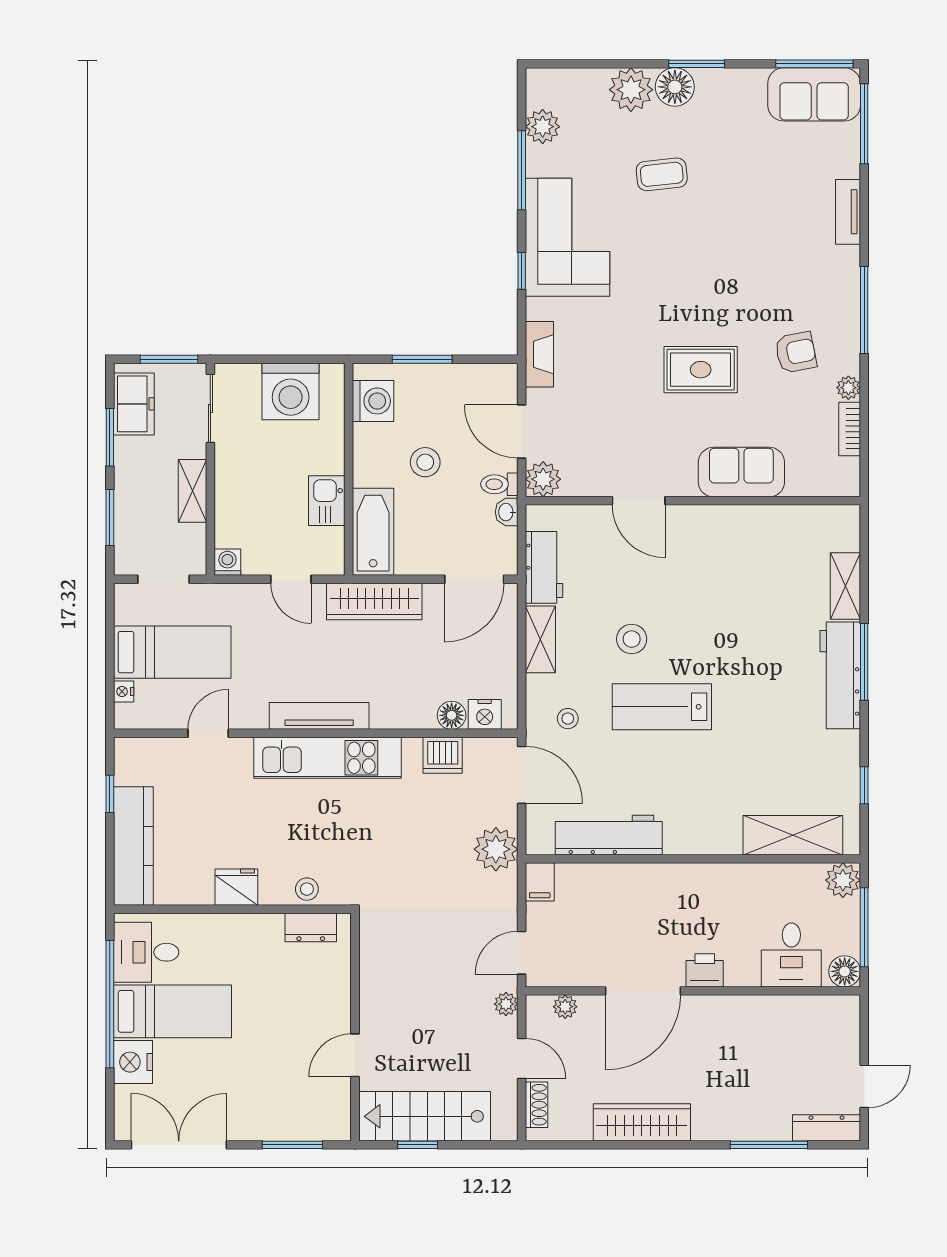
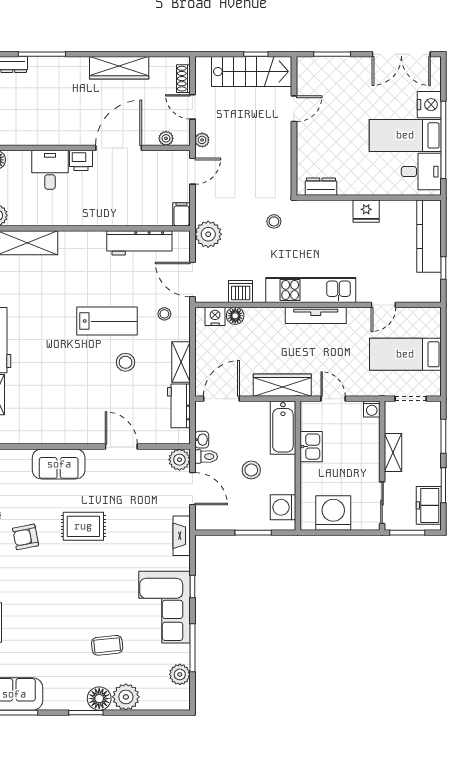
nightstand: (124, 692) -> (435, 330), removed
stool: (307, 889) -> (274, 221), moved
desk: (791, 955) -> (50, 170), moved

